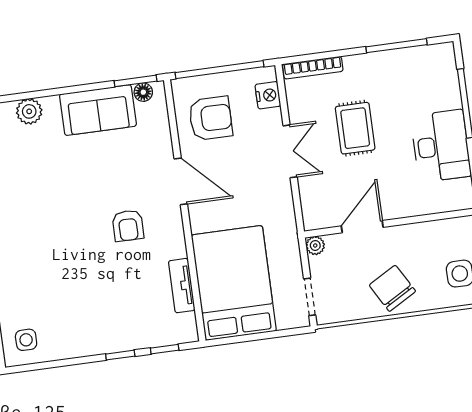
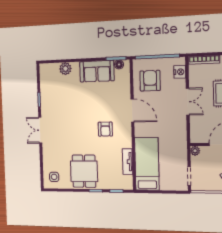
armchair: (211, 118) -> (150, 81), turned -90
bed: (234, 283) -> (147, 164), width x0.67
dining table: (91, 318) -> (84, 171), added

